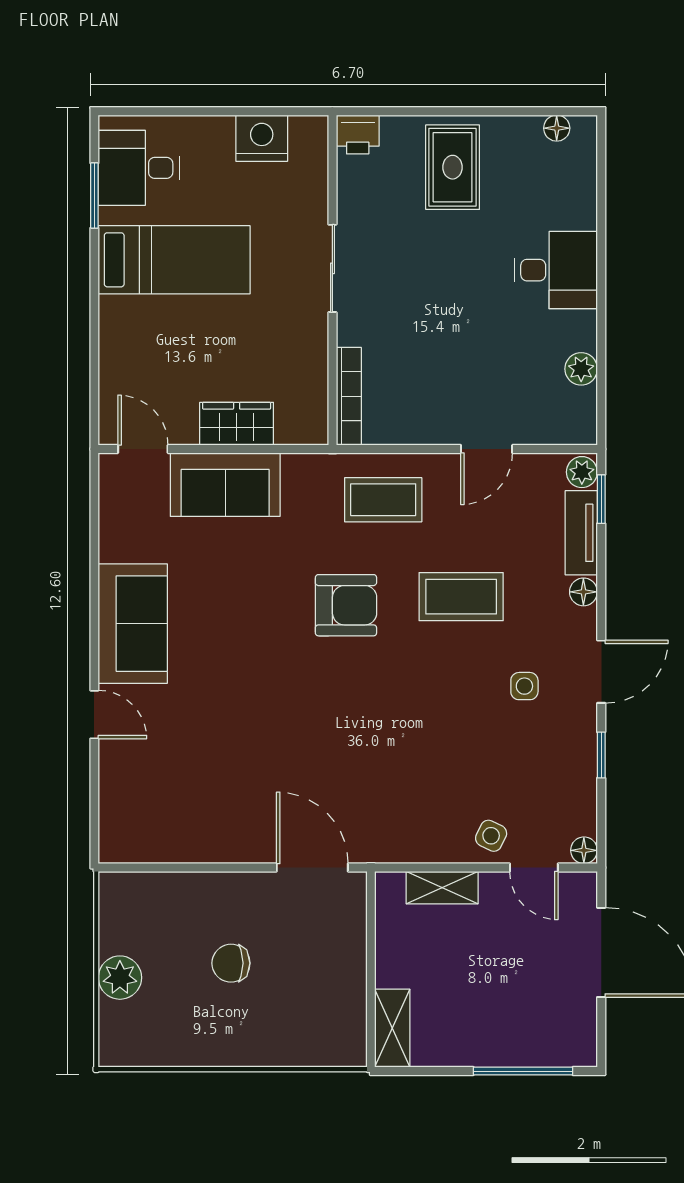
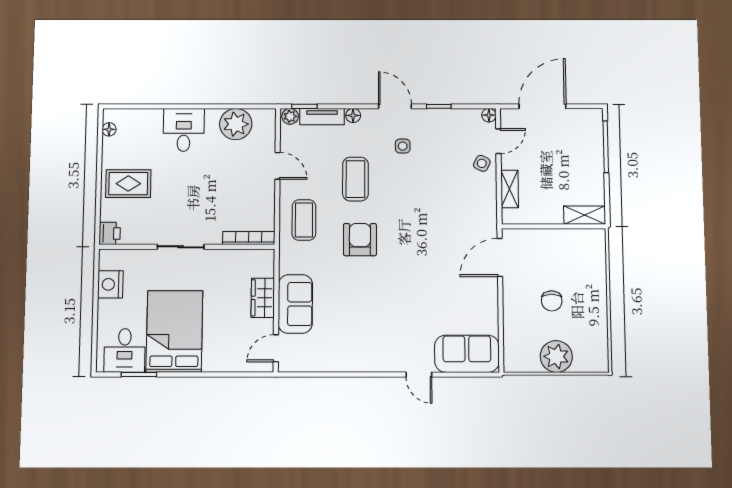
bed: (174, 260) -> (174, 331), width x1.50
plant: (581, 369) -> (236, 124), width x1.88, depth x1.88
sofa: (133, 624) -> (467, 354), moved
door: (94, 715) -> (419, 375), swing flipped
plant: (120, 978) -> (556, 356), width x1.36, depth x1.36

